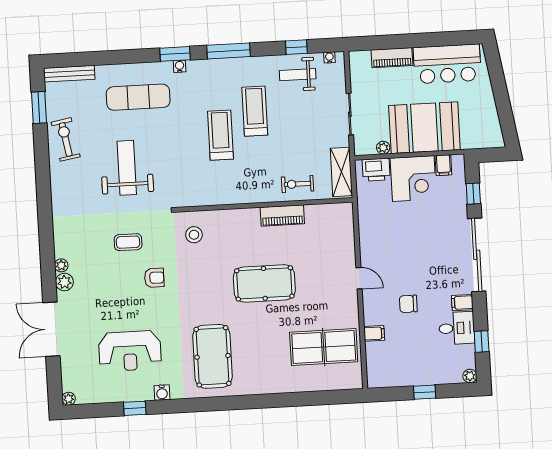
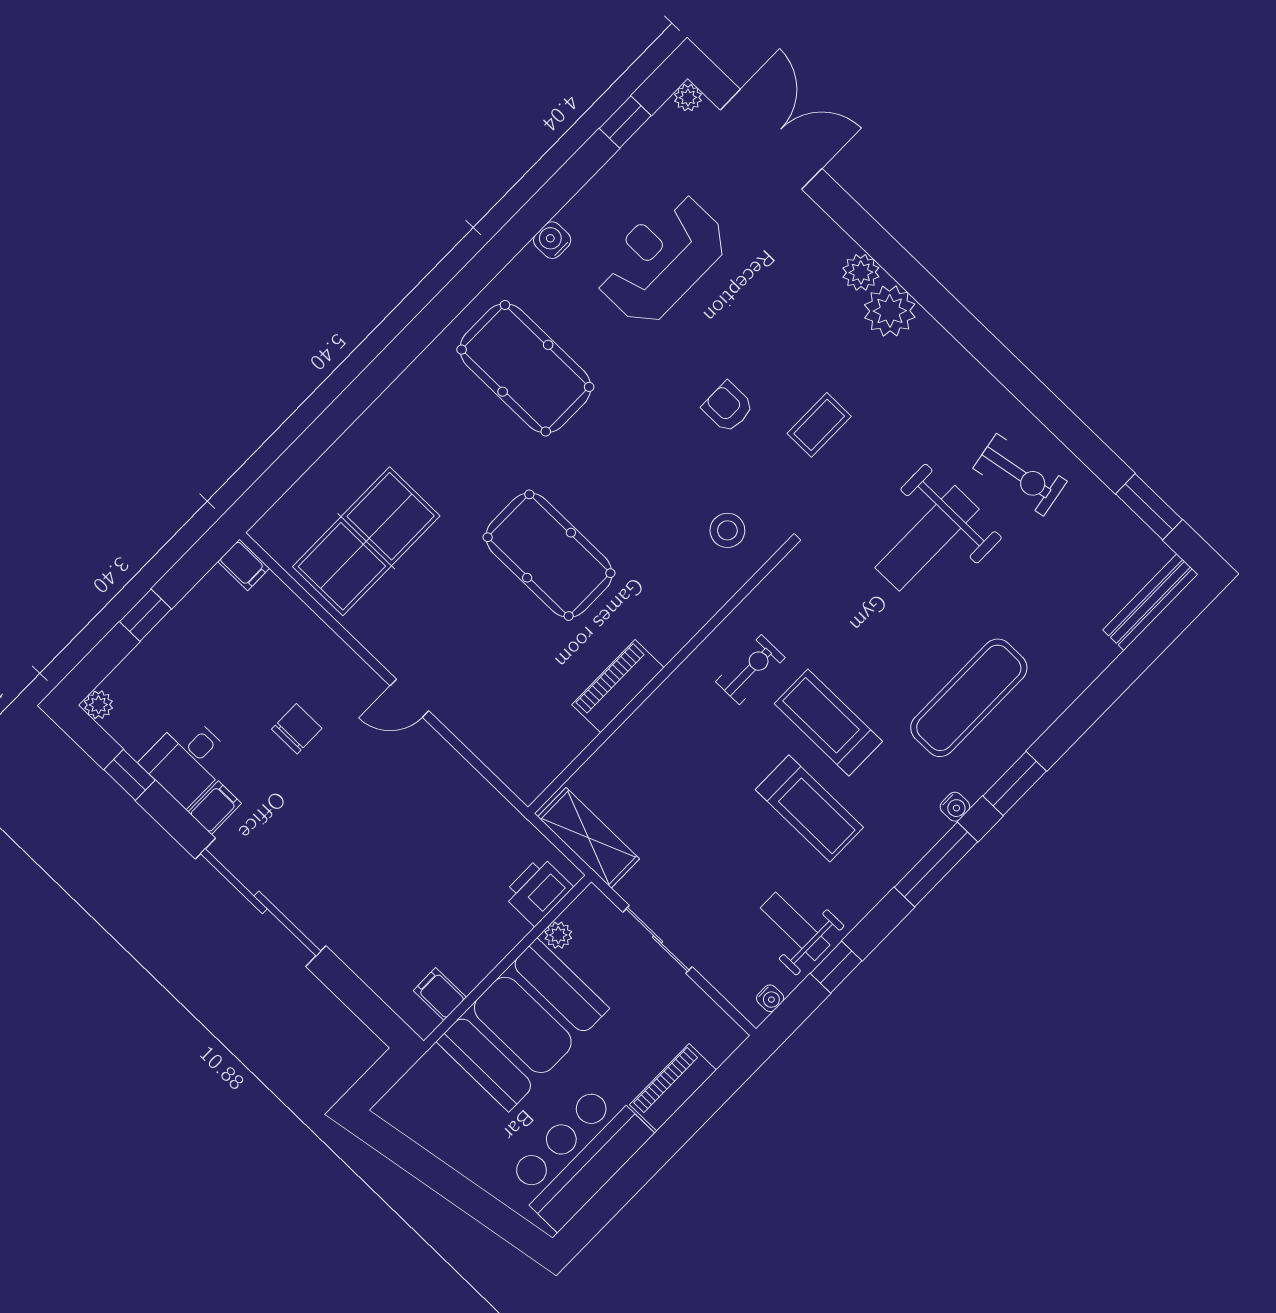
water cooler: (180, 66) -> (955, 807), moved
weight bench: (298, 75) -> (795, 926), turned -90
exercise mat: (138, 97) -> (969, 698), moved
treadmill: (220, 135) -> (828, 722), turned 180
exercise bike: (66, 139) -> (1020, 475), moved
weight bench: (127, 168) -> (927, 538), turned 90
corner desk: (413, 178) -> (468, 930), removed
exercise bike: (298, 184) -> (750, 670), moved
window: (473, 194) -> (353, 992), removed
plant: (61, 265) -> (890, 311), width x1.88, depth x1.88
armchair: (154, 278) -> (728, 407), turned 90
pool table: (264, 283) -> (549, 555), turned 90
double door: (51, 329) -> (771, 139), moved
filing cabinet: (374, 333) -> (244, 565), moved, turned -90
window: (135, 408) -> (625, 122), moved

